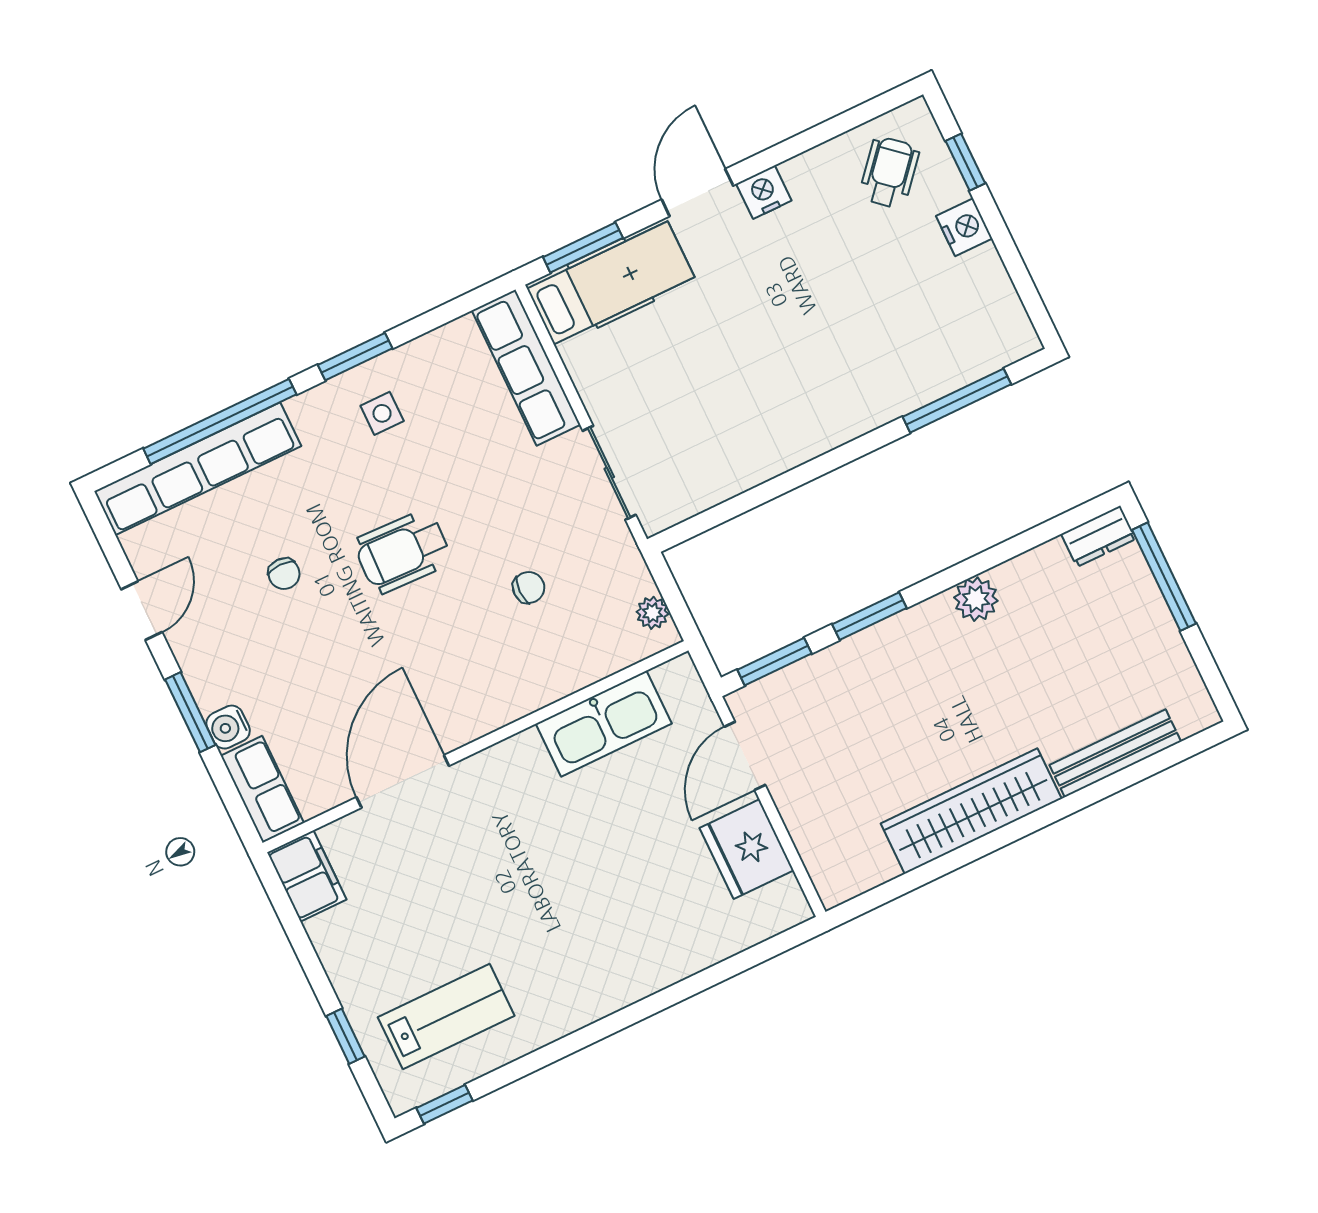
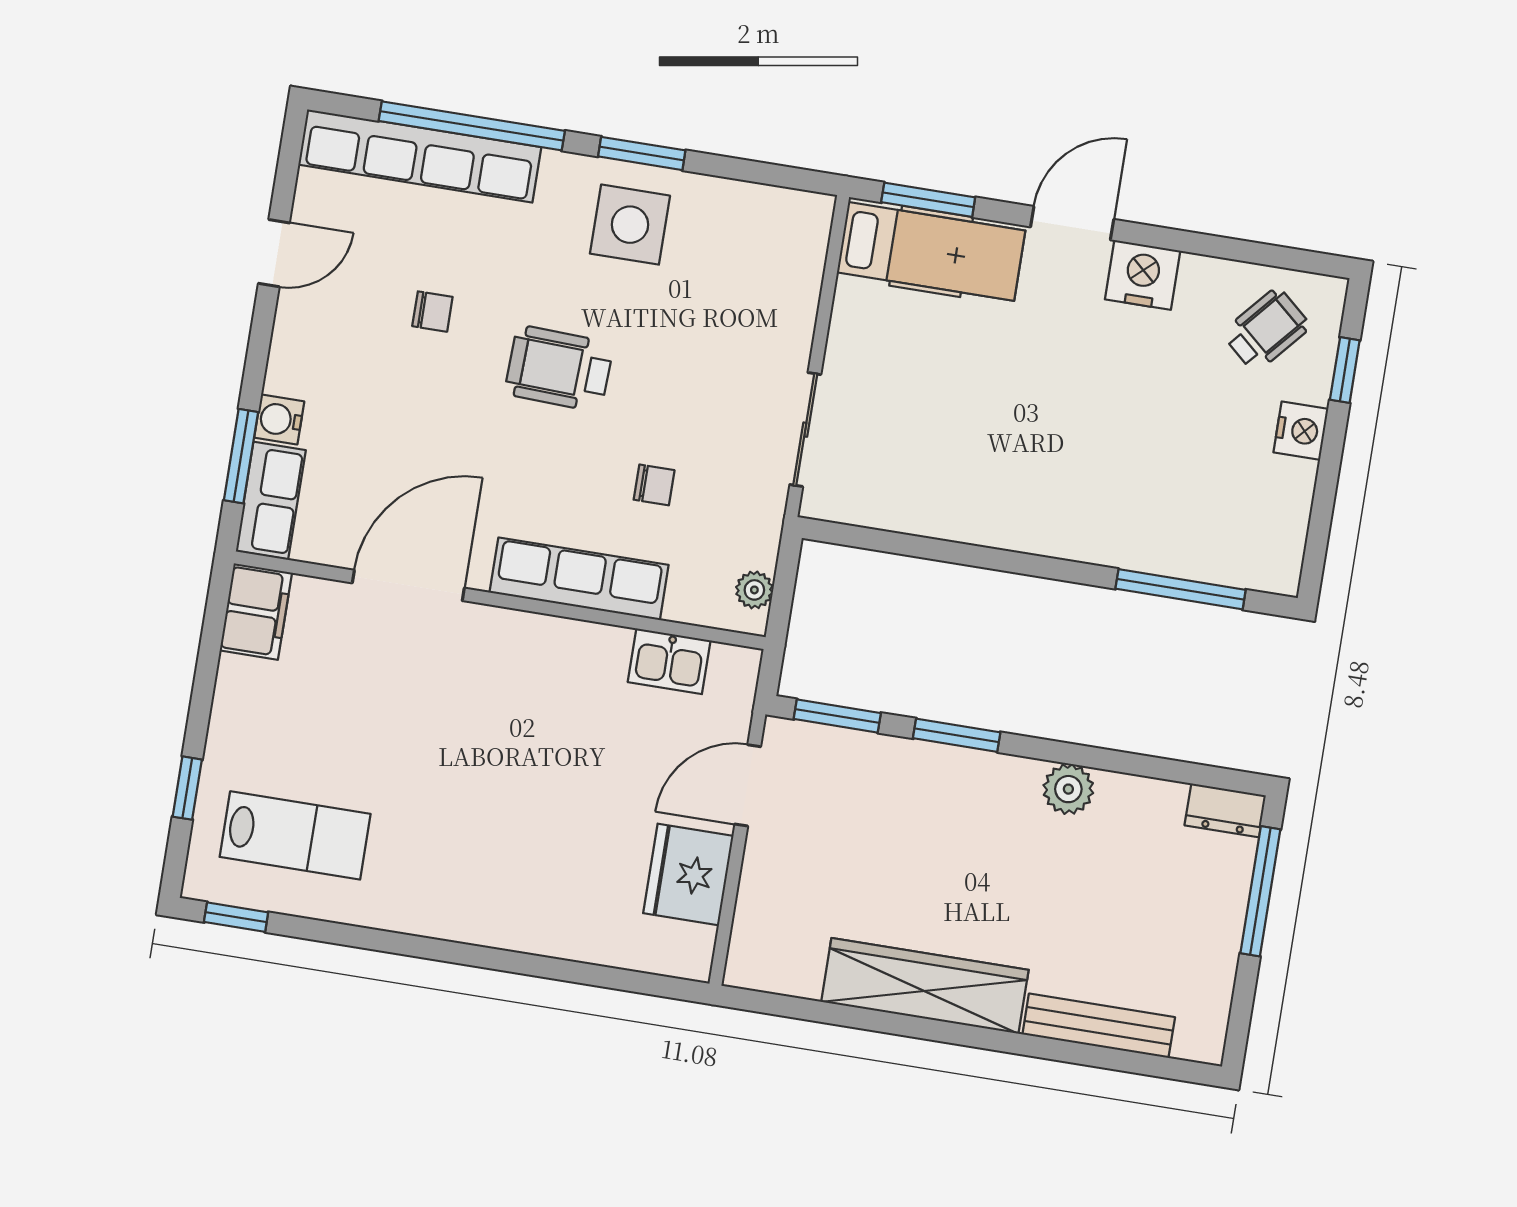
nightstand: (764, 192) -> (1143, 275), width x1.36, depth x1.33
row of seats: (526, 368) -> (579, 579), moved, turned 90
side table: (382, 413) -> (630, 225), width x1.87, depth x1.87
chair: (284, 574) -> (432, 312), turned -90
window: (190, 712) -> (241, 456), moved
kitchen sink: (604, 724) -> (669, 661), width x0.53, depth x0.81

